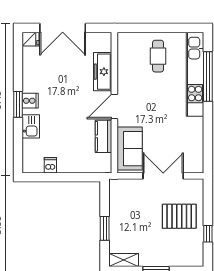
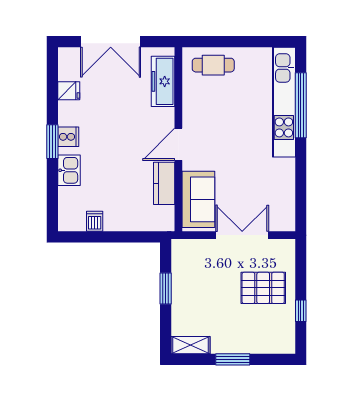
fridge: (31, 39) -> (69, 91), moved
cafe table: (158, 56) -> (213, 65), moved, turned 90
freezer: (103, 72) -> (163, 81), moved
window: (105, 228) -> (166, 289), moved

